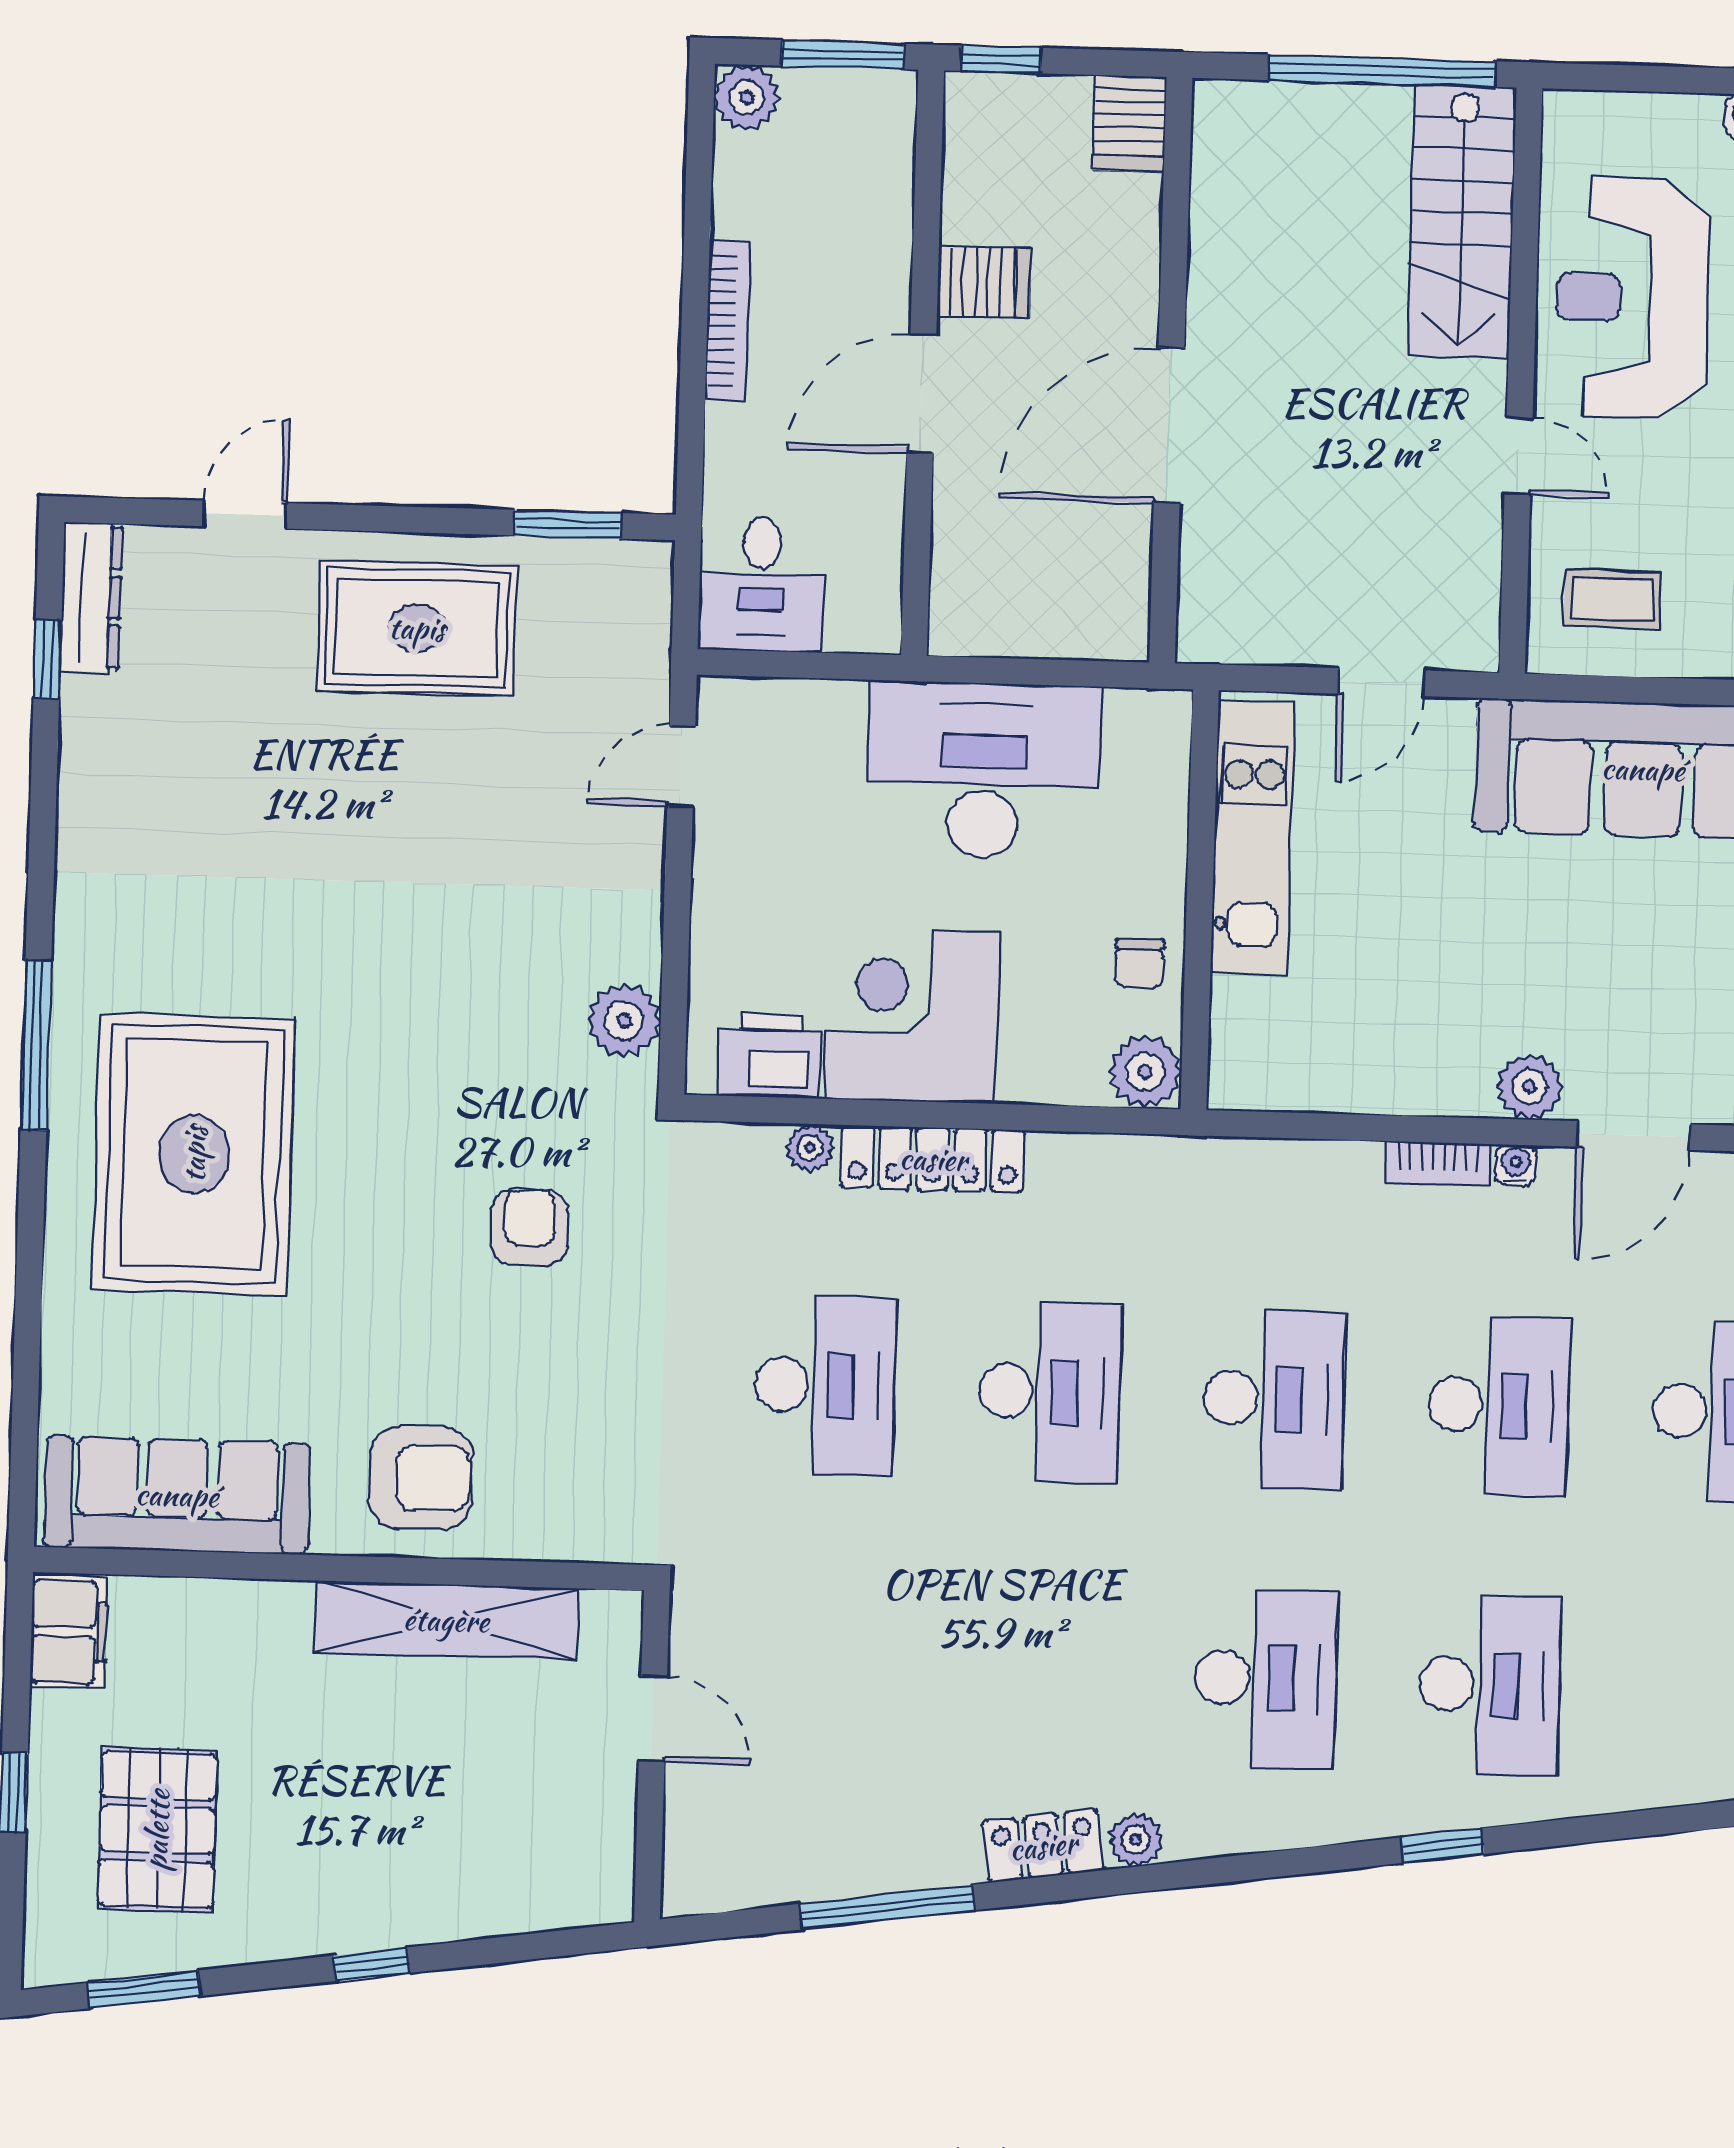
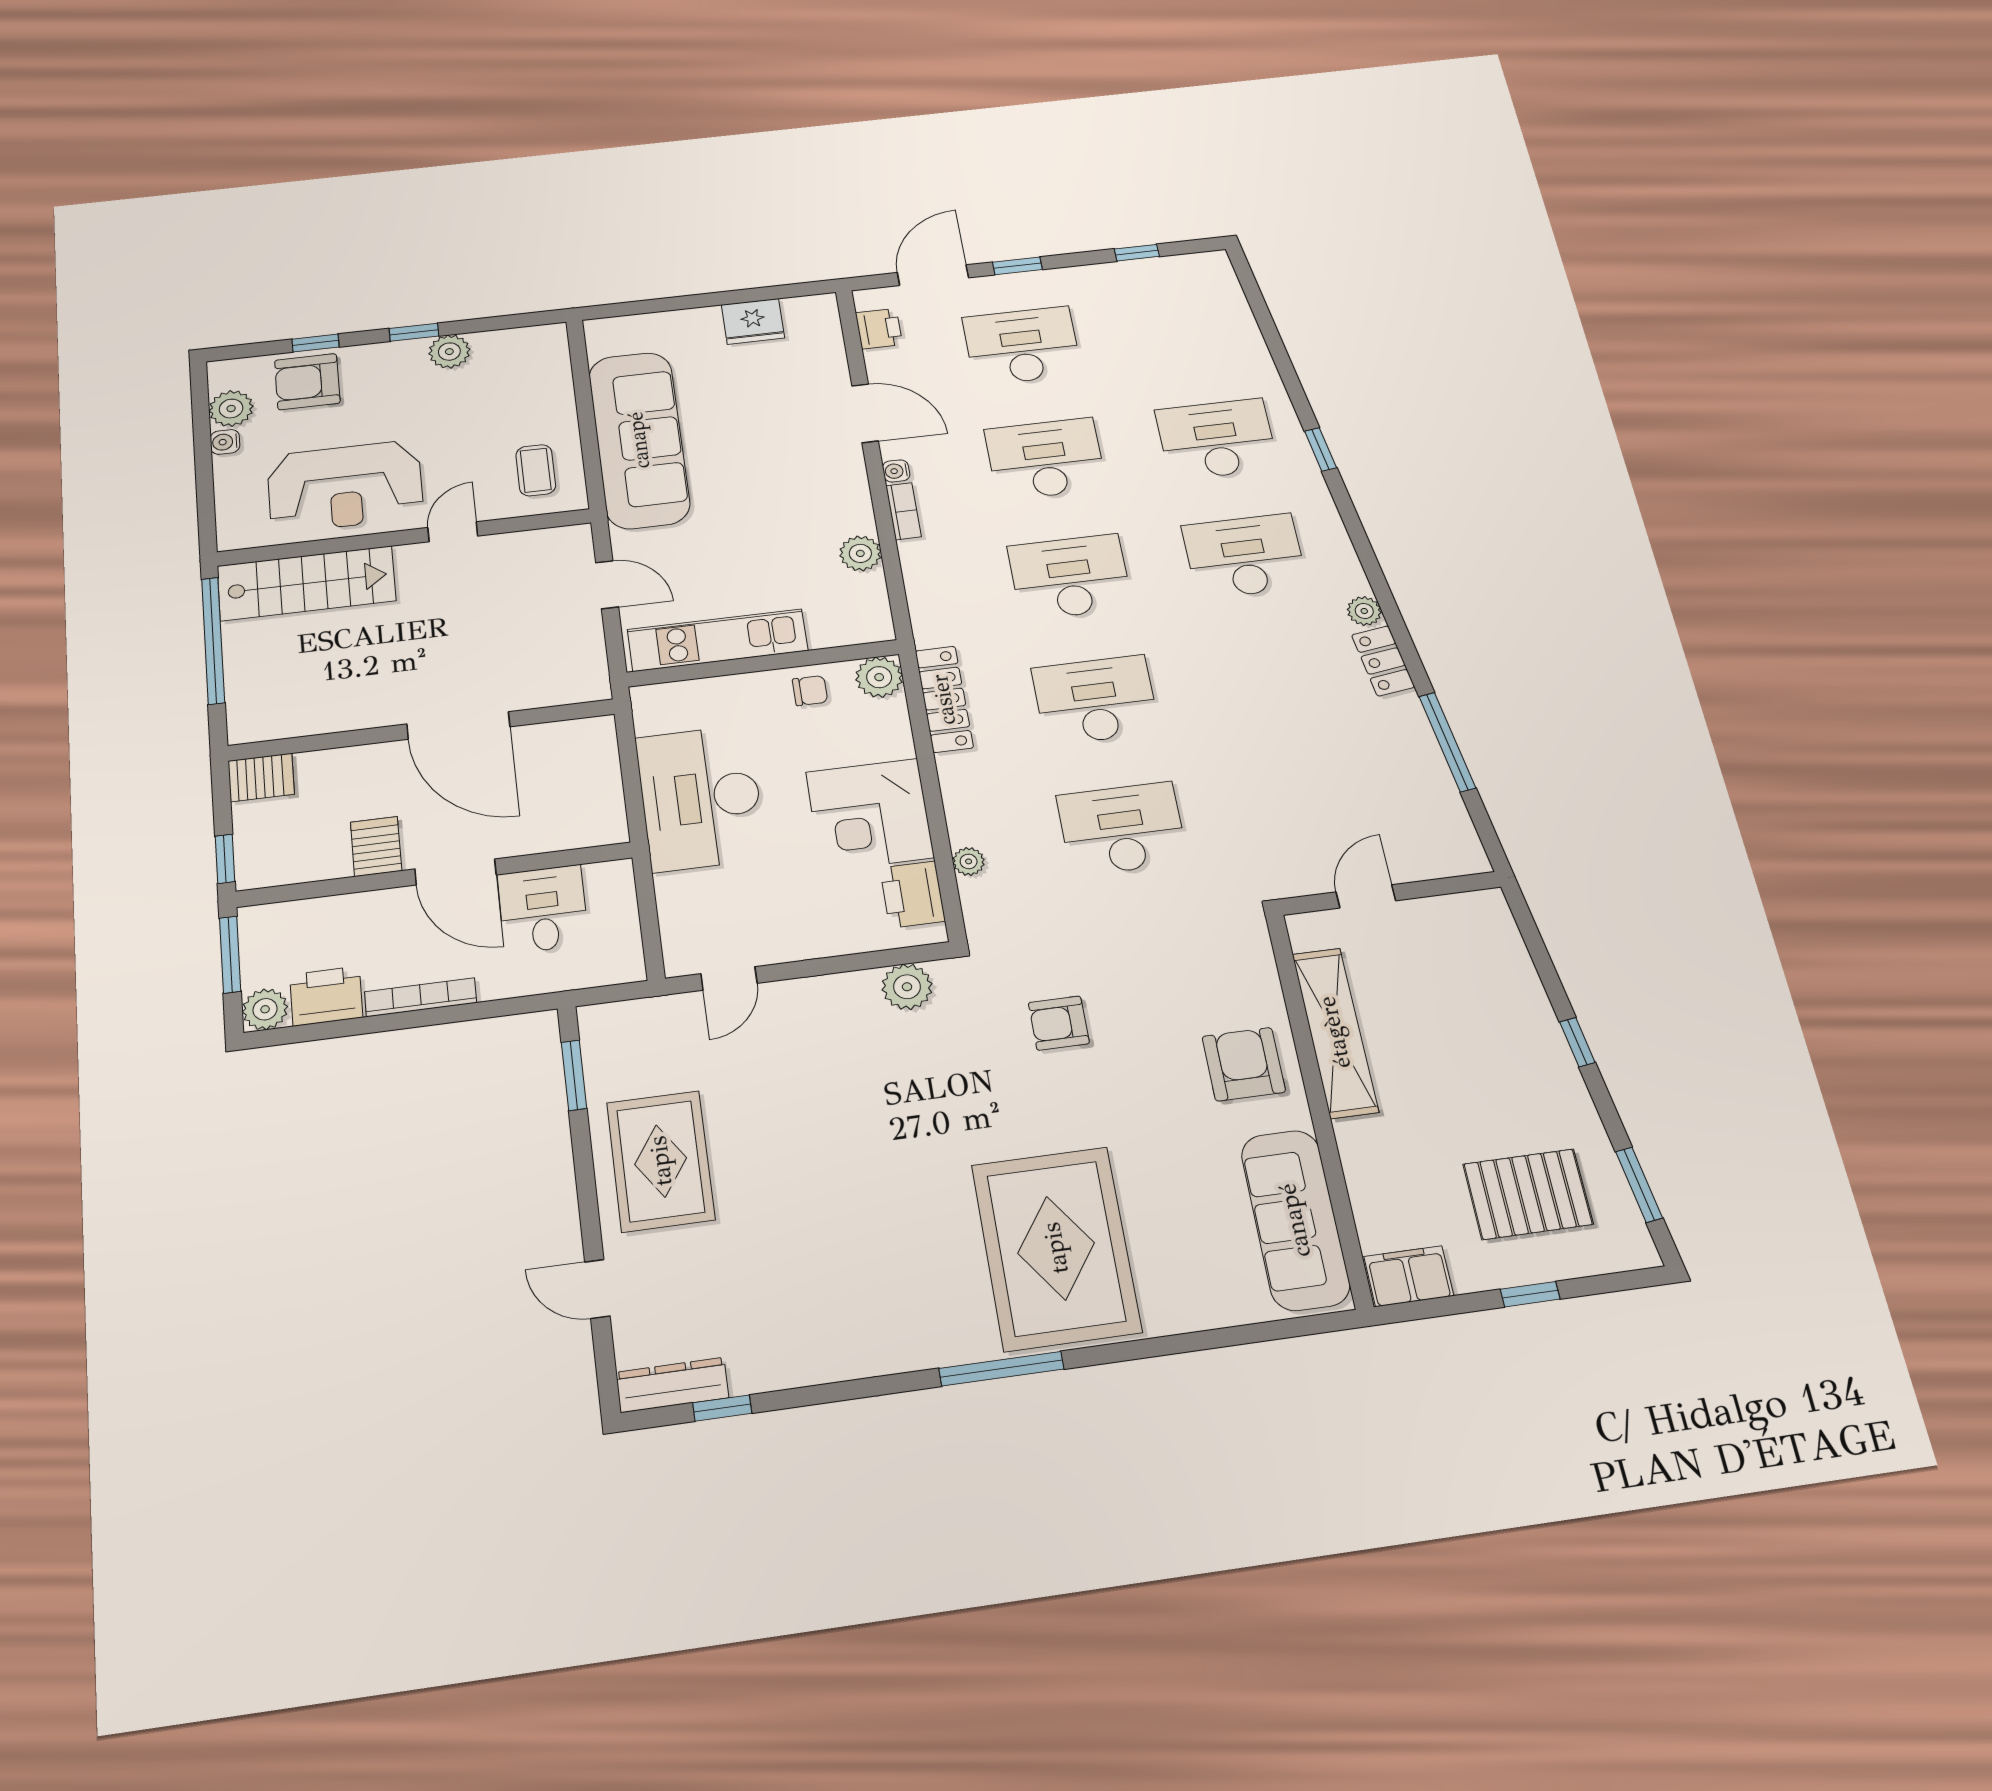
printer: (753, 186) -> (326, 996), added
desk: (761, 584) -> (543, 909), moved, turned -90
door: (681, 767) -> (729, 978), hinge flipped
plant: (1529, 1087) -> (860, 553), moved
rug: (194, 1154) -> (1056, 1248), turned 90
locker: (933, 1159) -> (944, 699), moved

